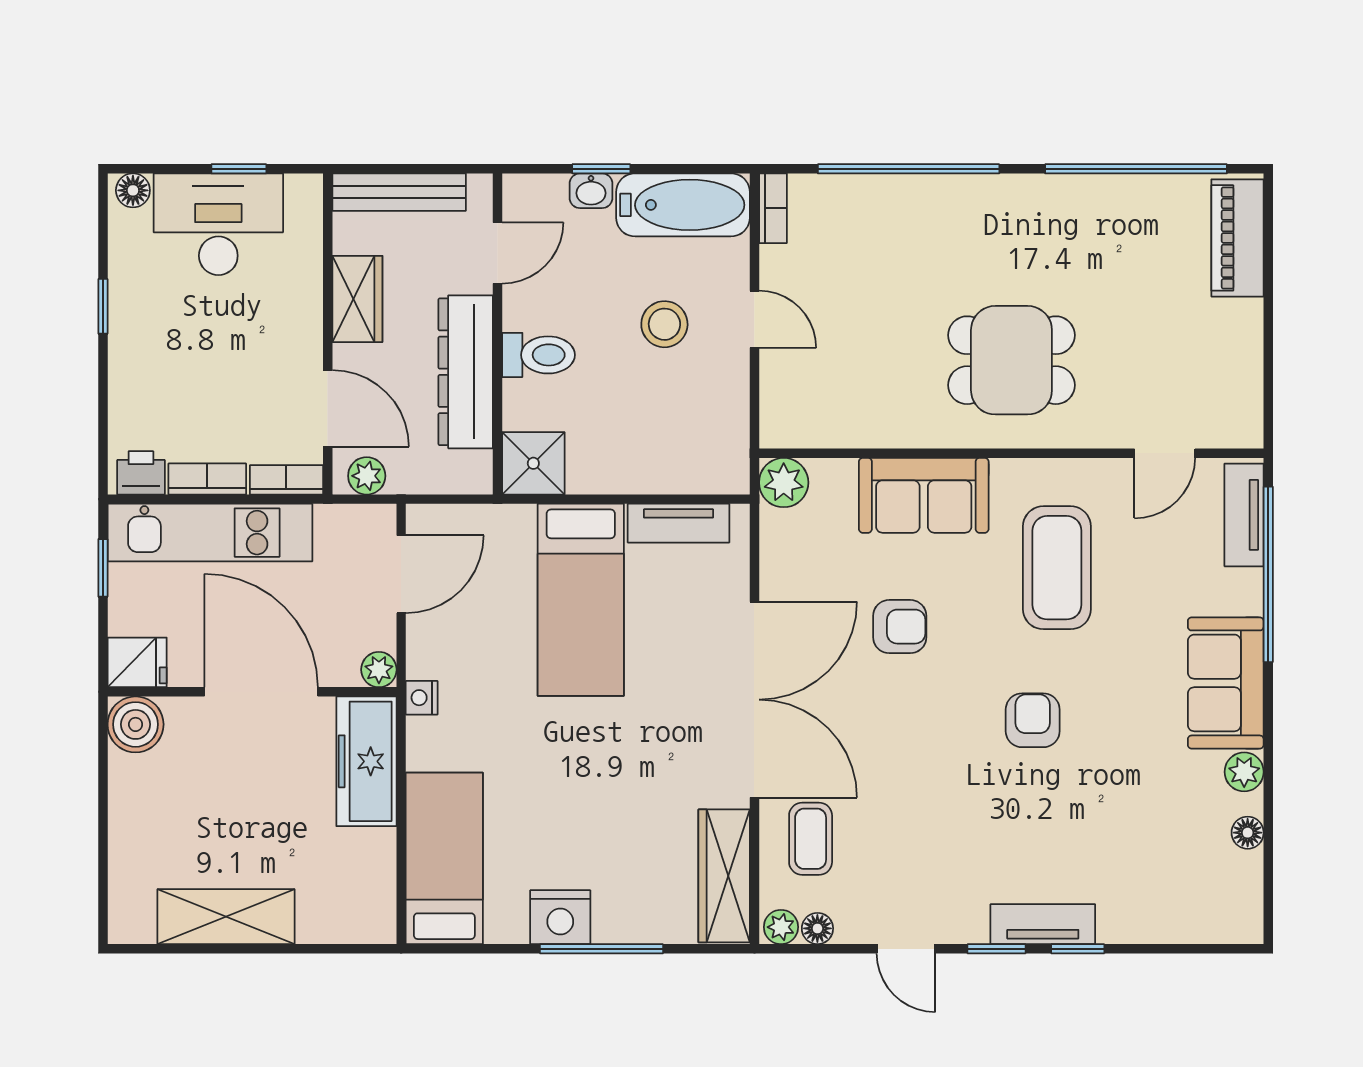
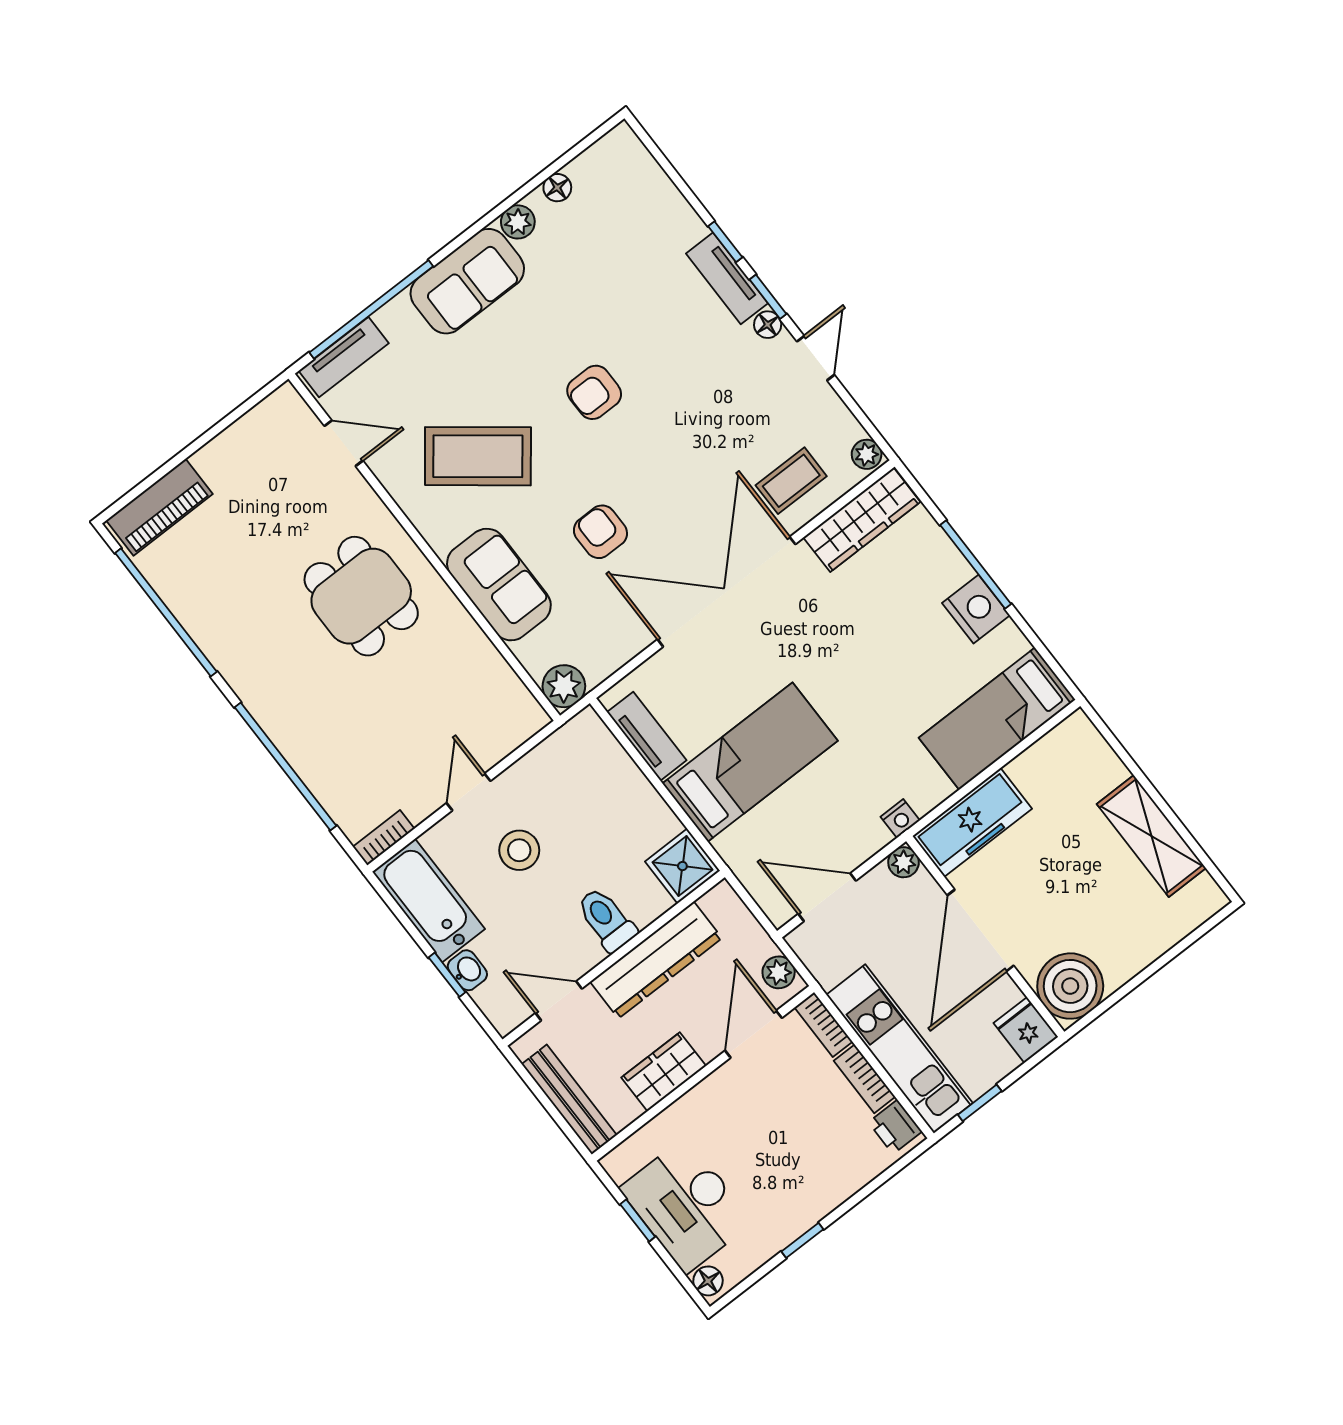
coffee table: (1057, 568) -> (478, 456), turned 38
boiler: (136, 724) -> (1070, 986), width x1.37, depth x1.37
floor lamp: (817, 928) -> (768, 325), moved

